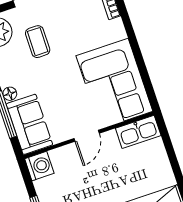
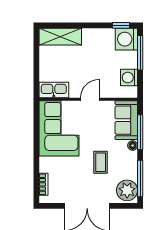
coffee table: (38, 42) -> (101, 162), moved
washing machine: (39, 166) -> (129, 77), moved

